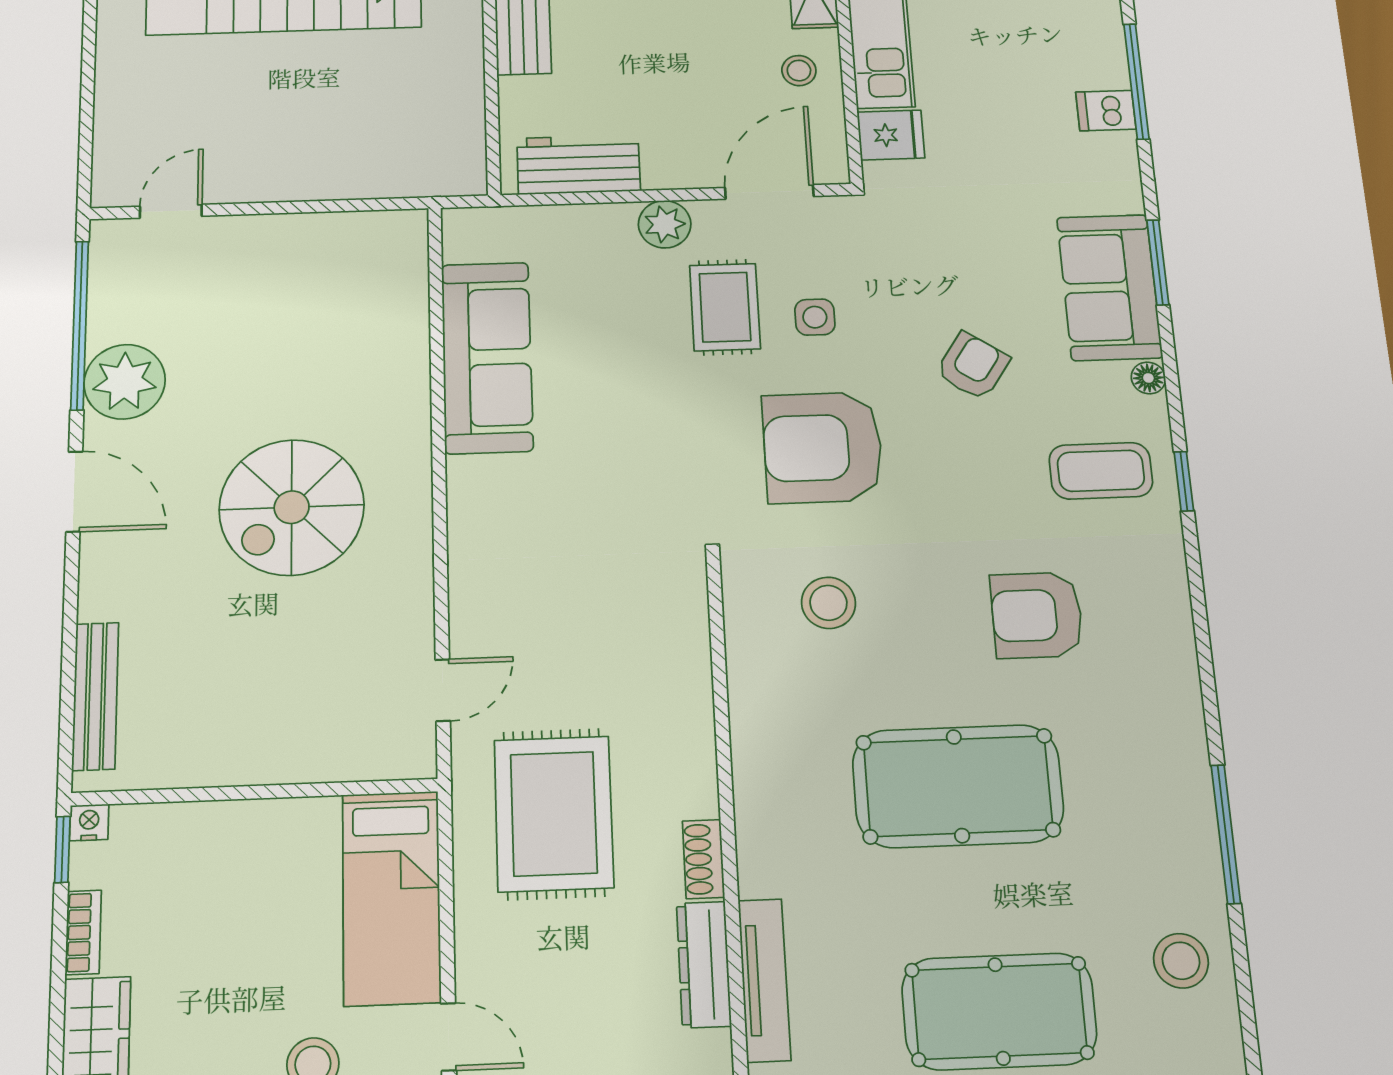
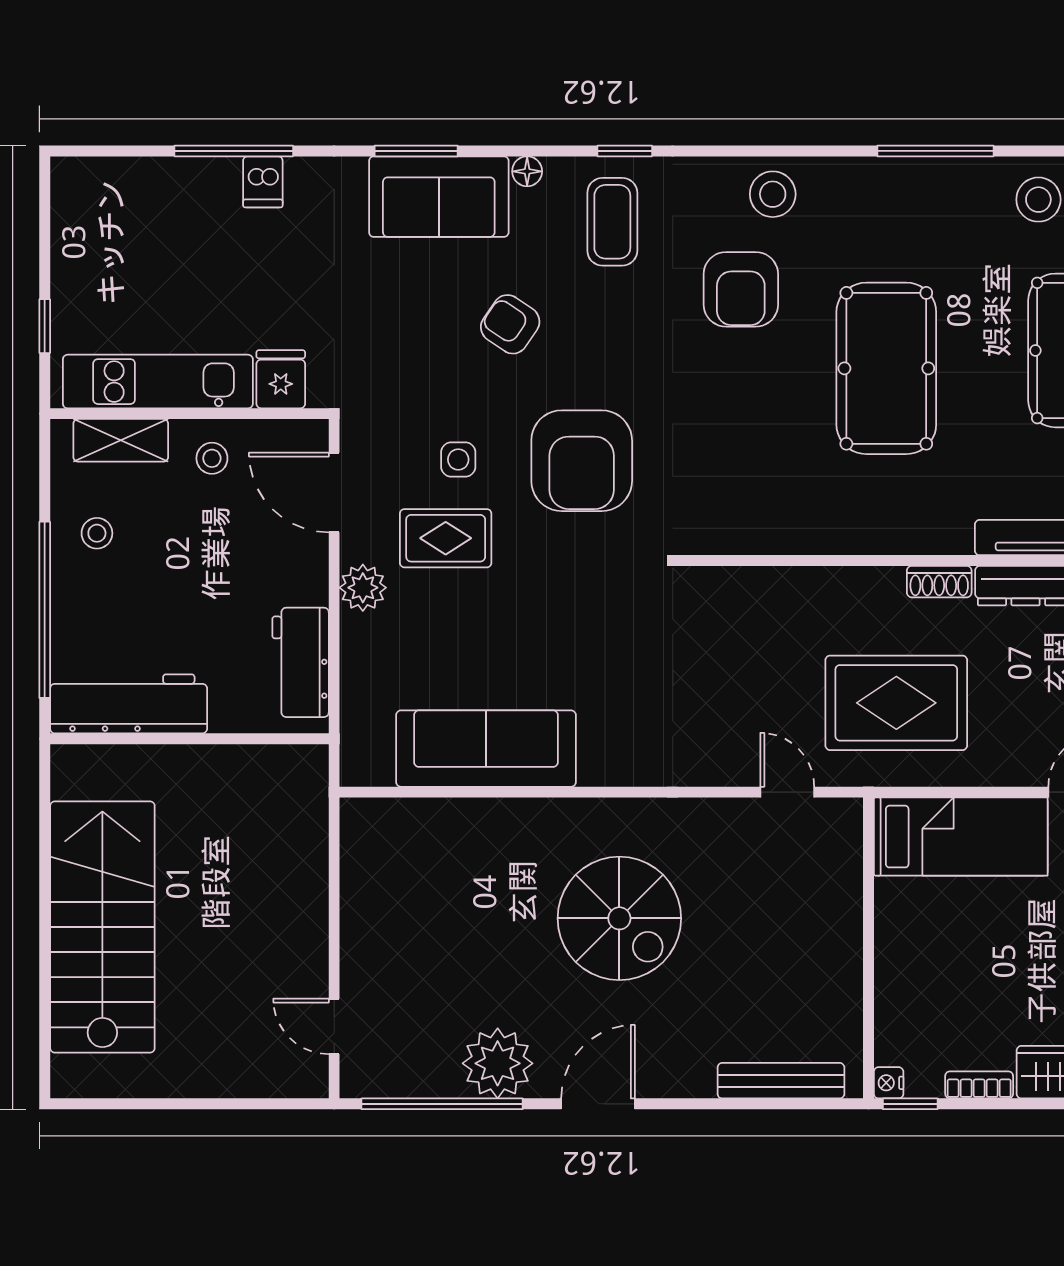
stool: (828, 603) -> (773, 194), moved

